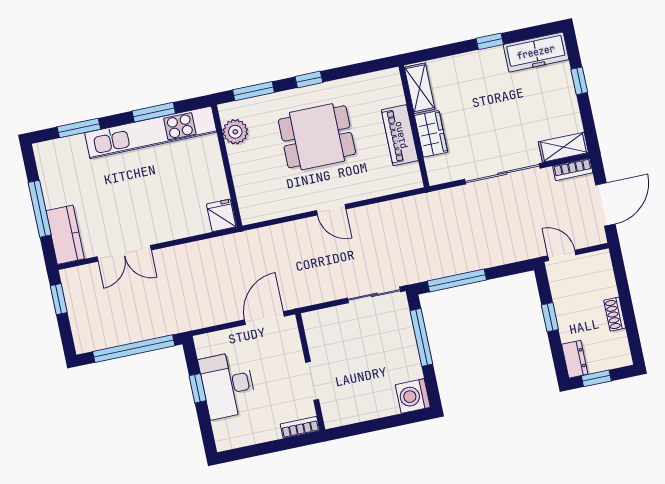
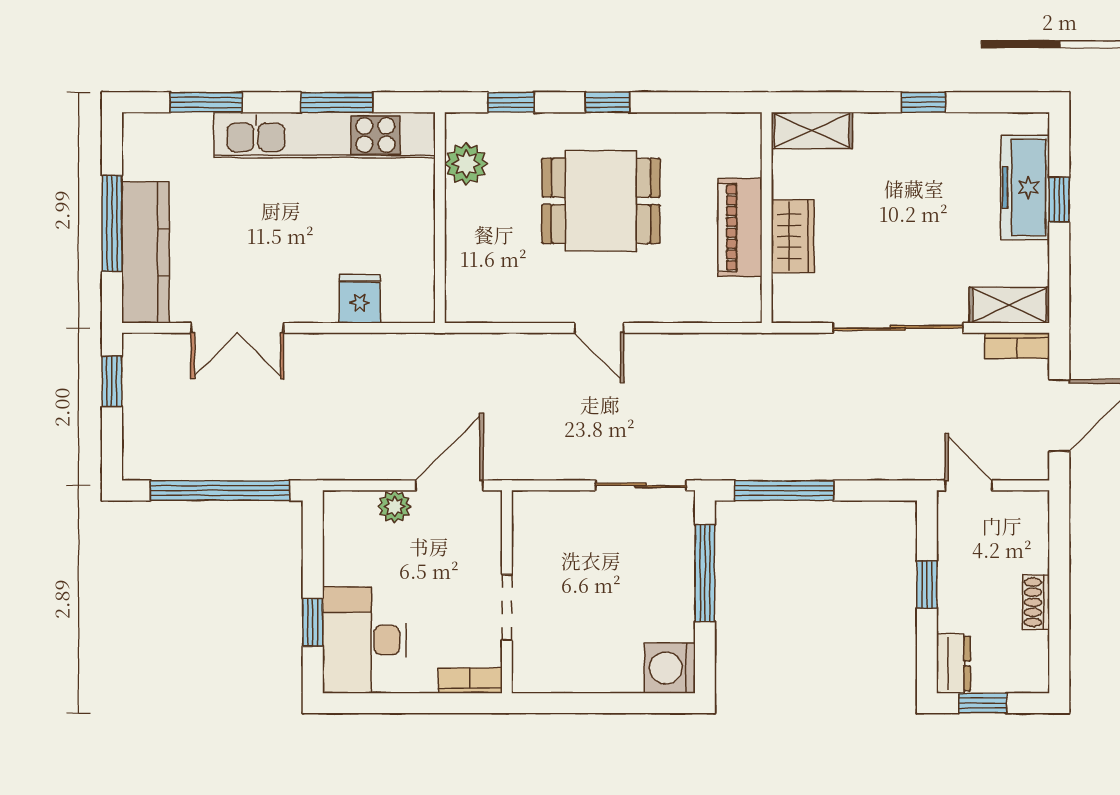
freezer: (536, 52) -> (1025, 187), moved, turned 90
shelving: (420, 88) -> (812, 130), moved, turned 90
window: (254, 91) -> (511, 102), width x0.67
fridge: (221, 215) -> (360, 299), moved
kitchen counter: (65, 235) -> (145, 252), width x1.50
plant: (236, 337) -> (395, 506), added
desk: (228, 385) -> (364, 640), moved
window: (198, 388) -> (313, 622), moved

